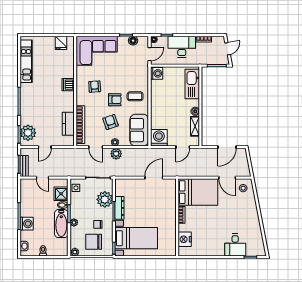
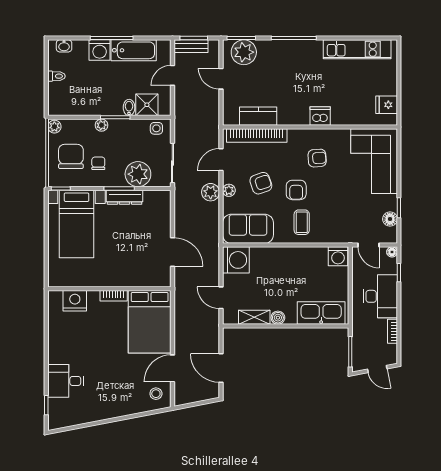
bathtub: (61, 224) -> (134, 50), moved, turned 180

